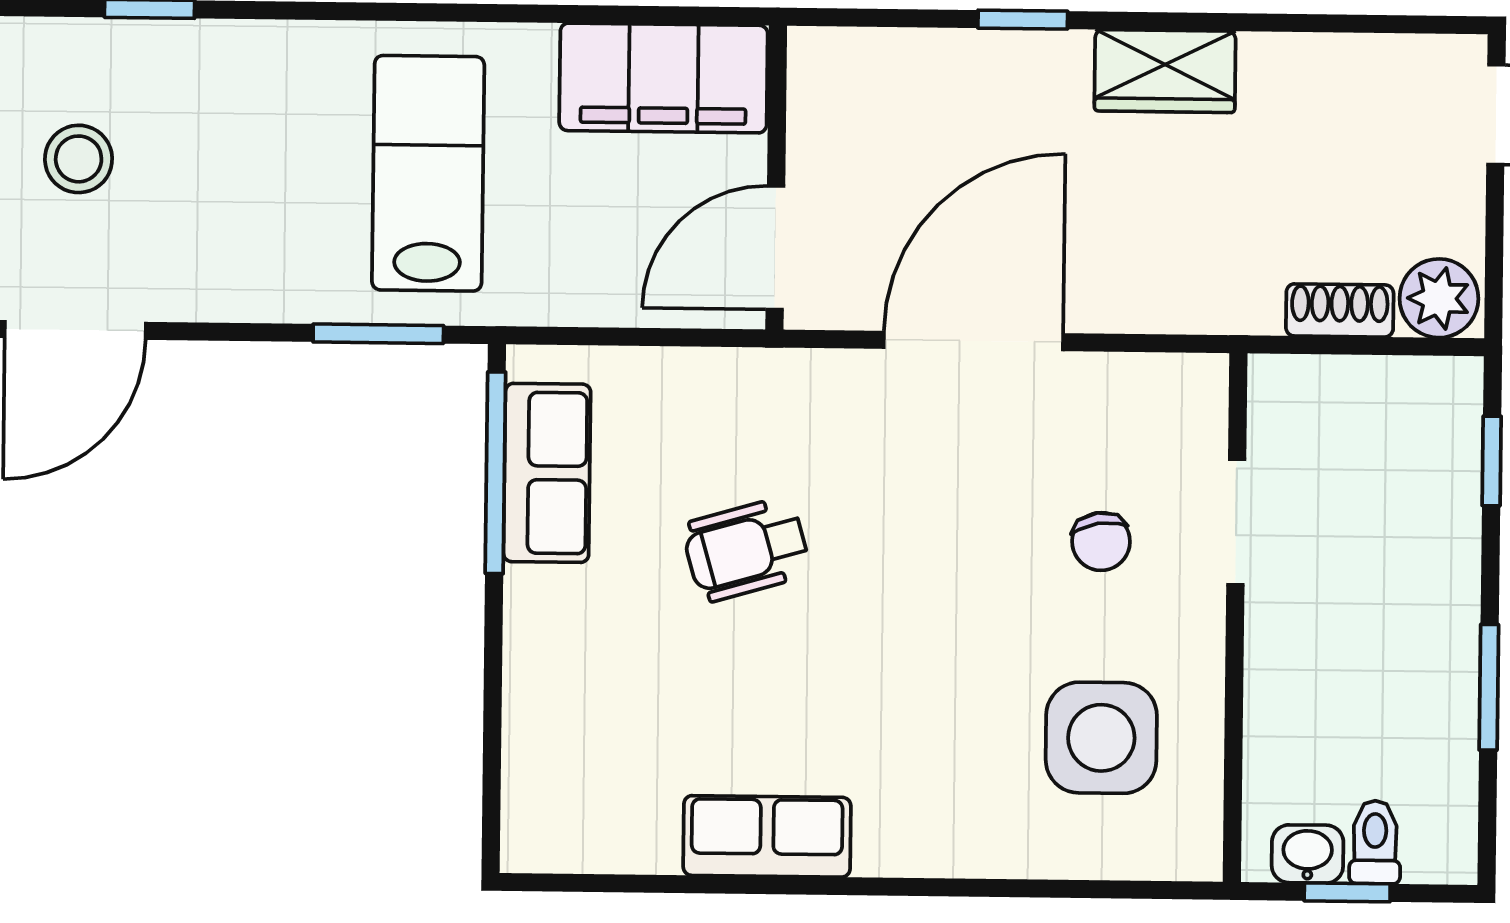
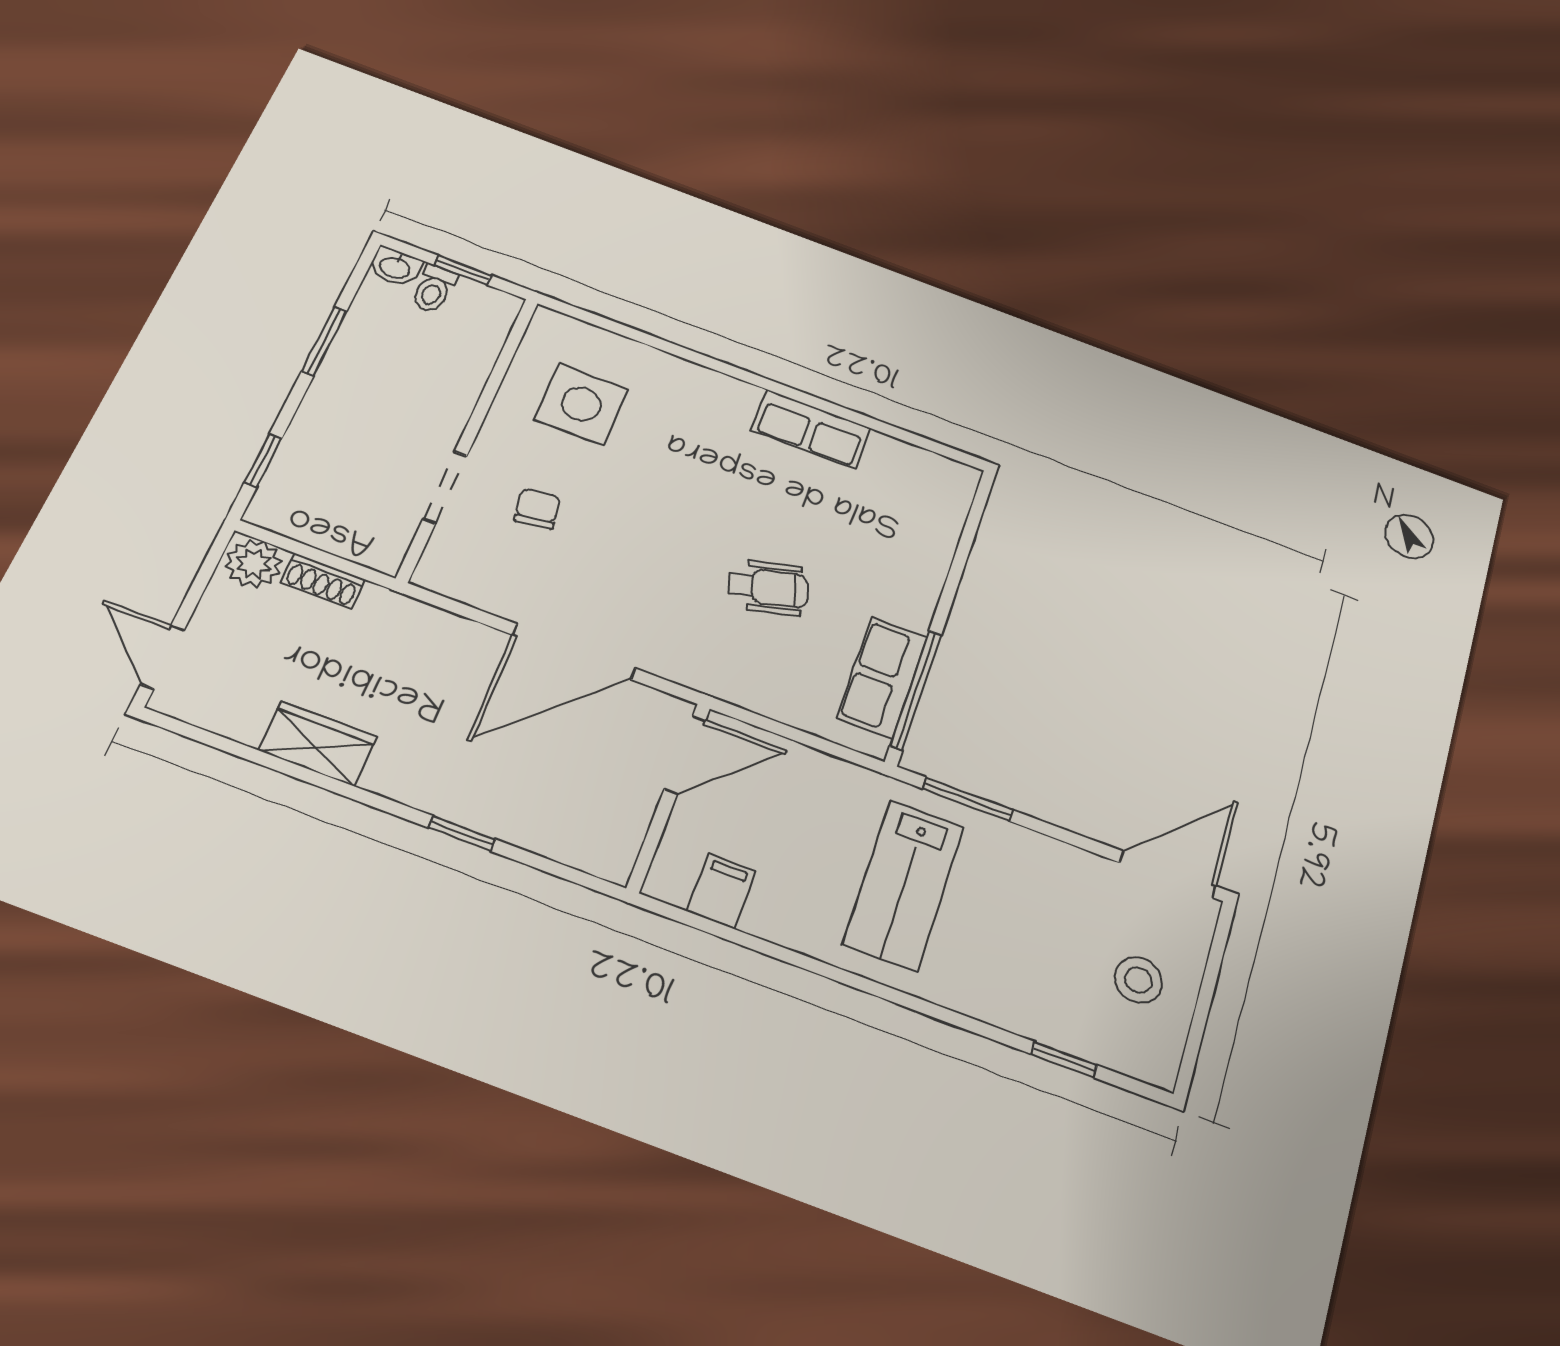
wardrobe: (1165, 71) -> (318, 743), moved
filing cabinet: (663, 78) -> (722, 891), width x0.33, depth x0.86
washbasin: (1308, 854) -> (395, 267), moved

